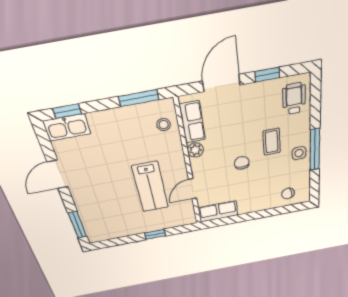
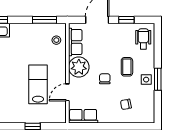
plant: (195, 150) -> (79, 67), width x1.87, depth x1.87
window: (315, 150) -> (158, 79), width x0.69
lab bench: (150, 187) -> (38, 84), turned 180
chair: (288, 194) -> (126, 104), moved

